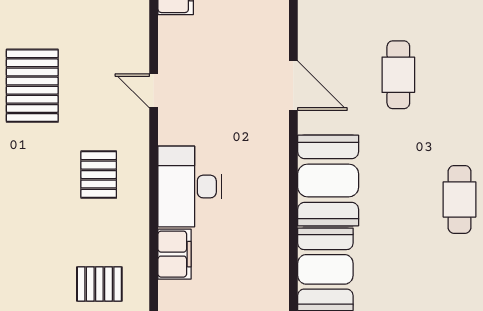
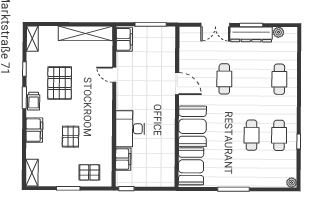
door: (154, 91) -> (114, 75), moved
pallet: (99, 175) -> (71, 137), moved

